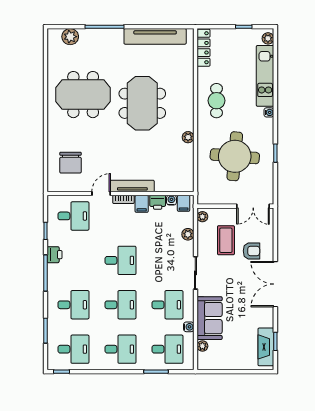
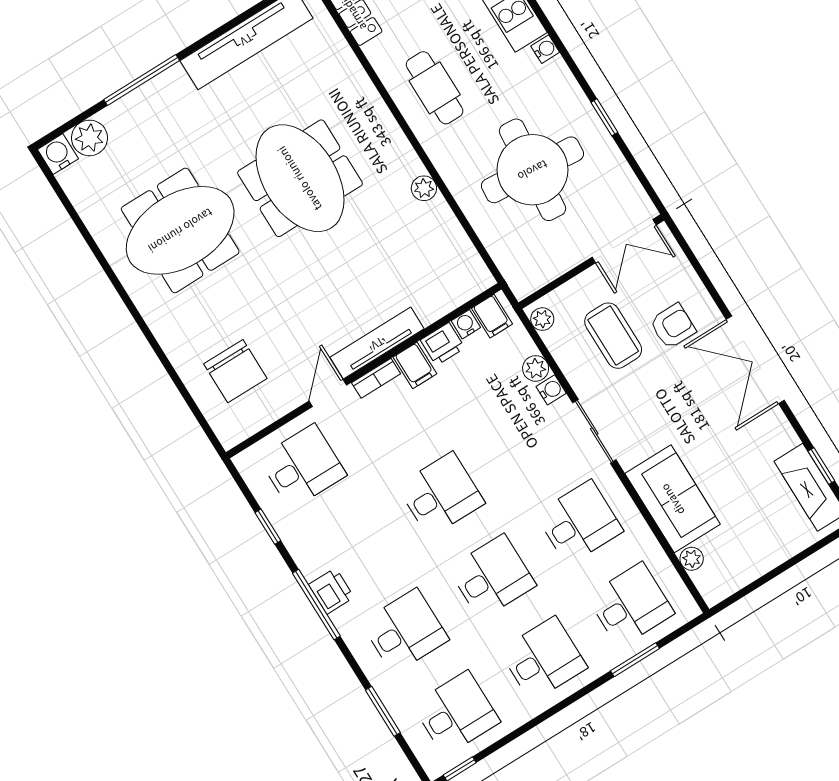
water cooler: (54, 35) -> (58, 154), added
printer: (55, 255) -> (331, 591), moved
water cooler: (189, 327) -> (551, 390), moved

